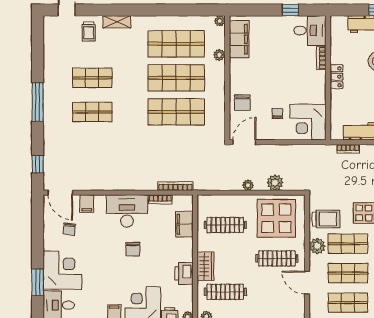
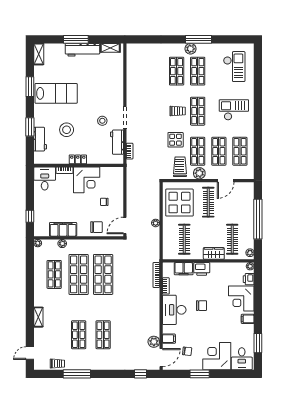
window: (290, 10) -> (30, 216), moved
trolley: (89, 31) -> (57, 364), moved
filing cabinet: (239, 39) -> (63, 229), moved
shop shelf: (176, 44) -> (54, 274), width x0.70, depth x0.74
window: (38, 102) -> (77, 374), moved
corner desk: (308, 122) -> (87, 180), moved
door: (244, 142) -> (125, 226), hinge flipped
plant: (275, 183) -> (154, 342), moved
printer: (184, 274) -> (202, 269), moved
window: (38, 282) -> (200, 374), moved

